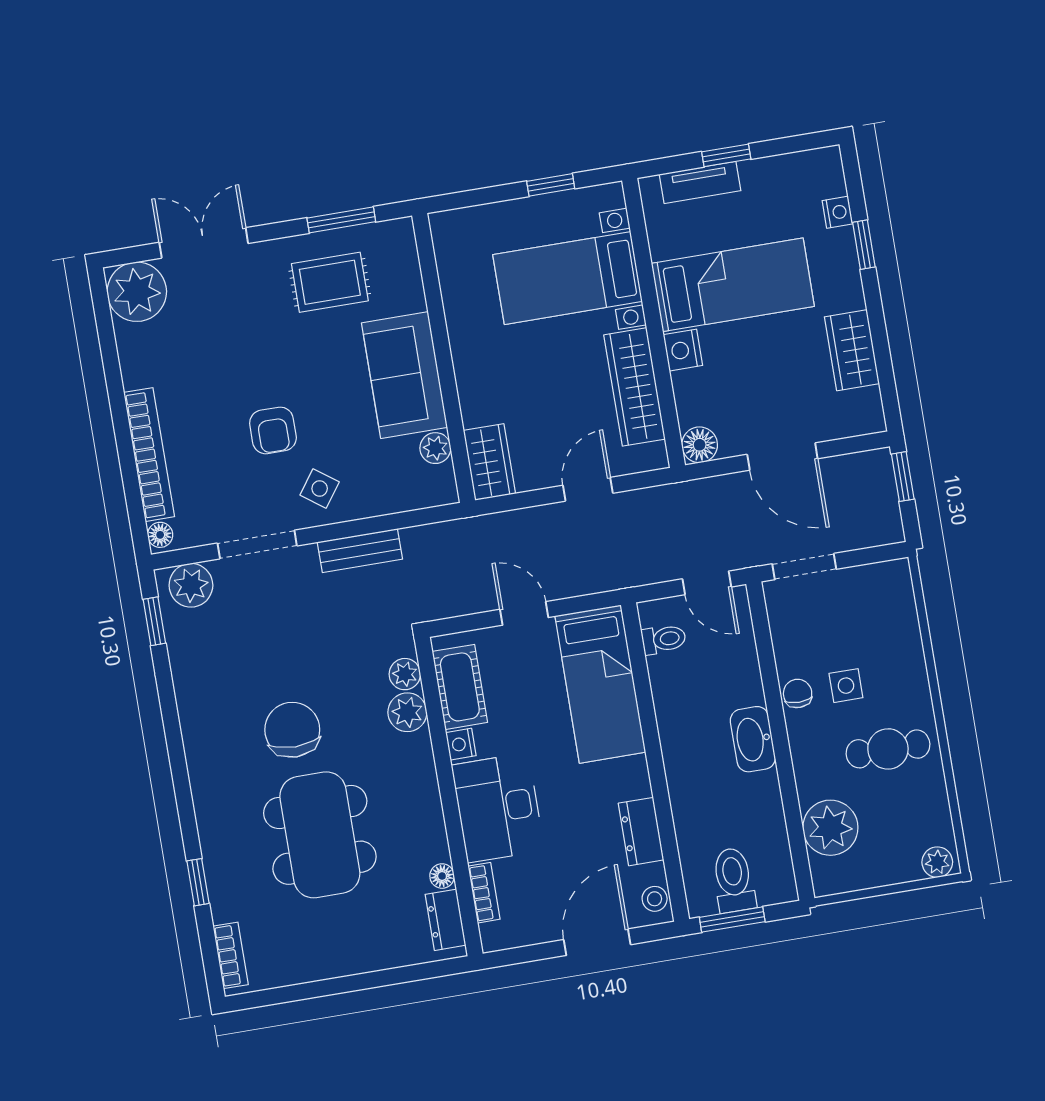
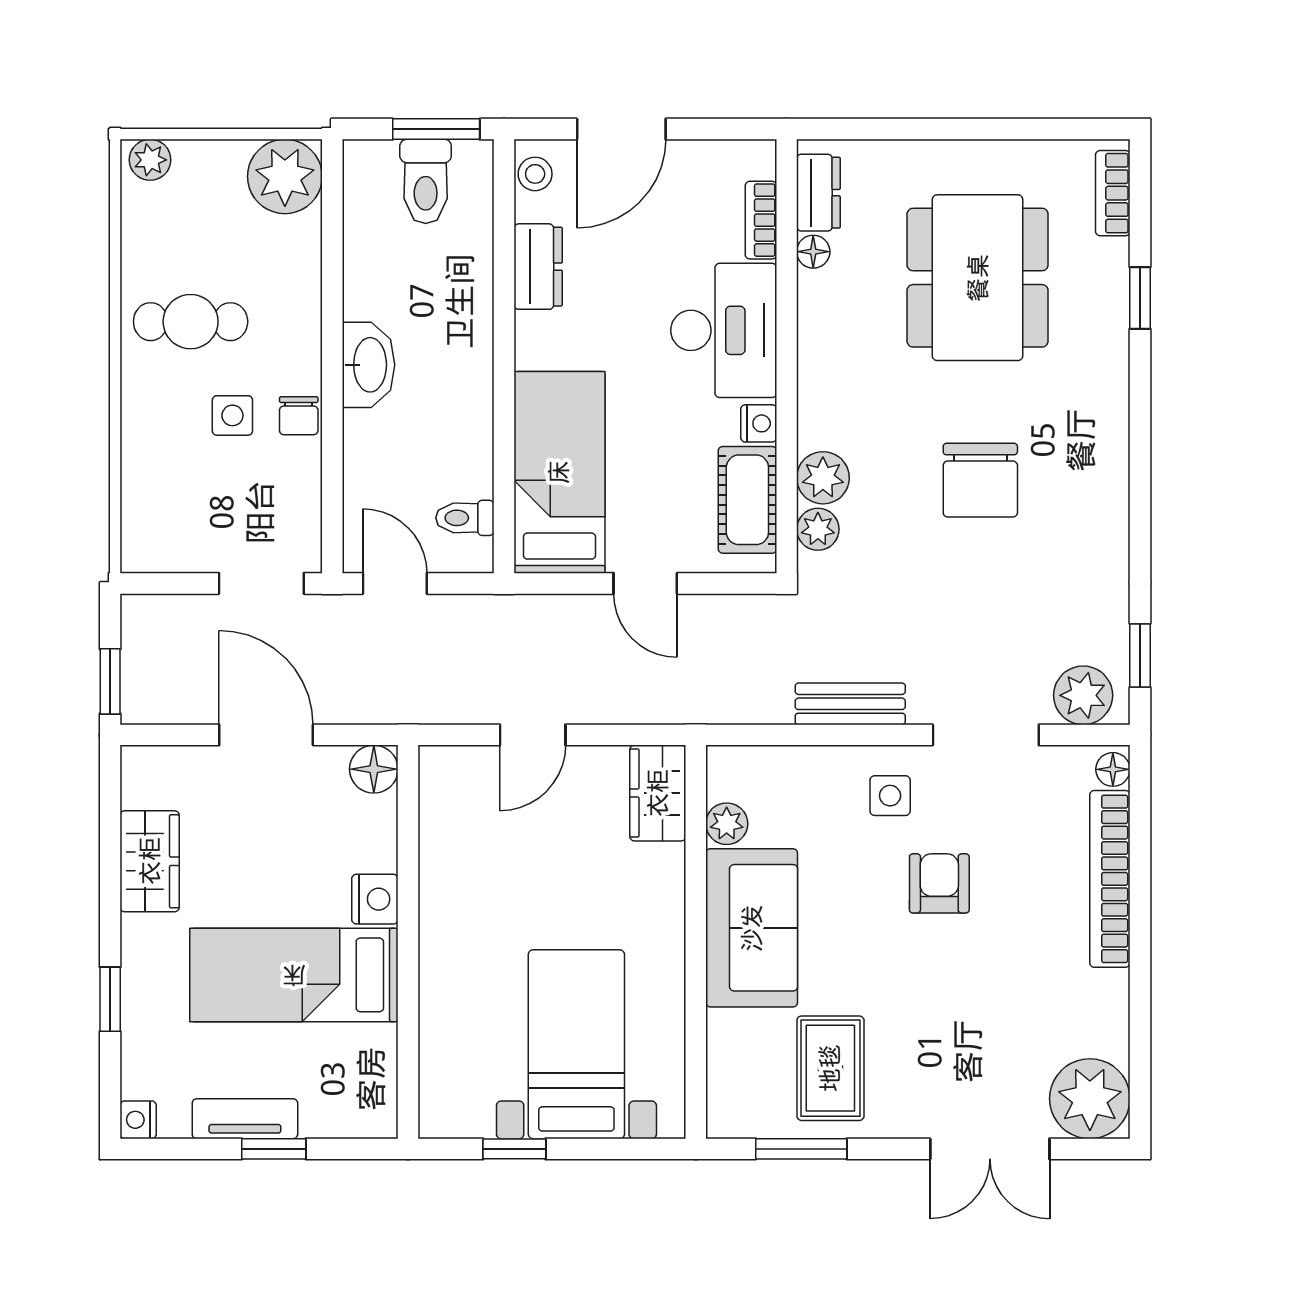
tv unit: (700, 182) -> (245, 1119), moved
nightstand: (837, 212) -> (138, 1120), moved
bed with nightstands: (568, 278) -> (576, 1044), moved, turned -90
rug: (330, 282) -> (830, 1068), turned 90
wardrobe: (635, 387) -> (448, 861), removed
side table: (320, 488) -> (890, 796), turned -36
plant: (830, 828) -> (285, 176), moved
dining table: (320, 835) -> (978, 278), moved

